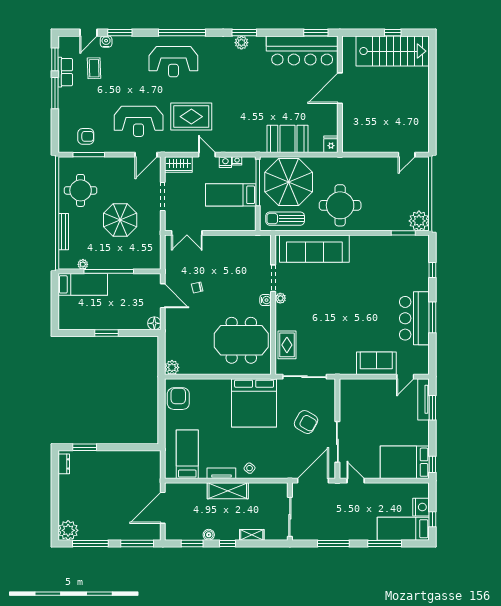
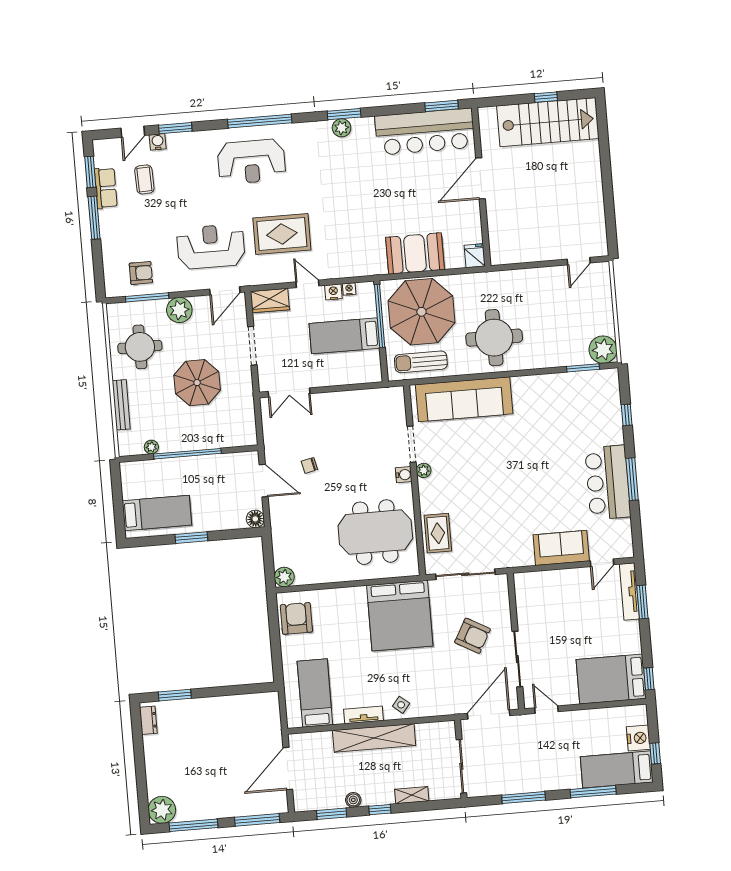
reception desk: (139, 121) -> (211, 247), turned 180
plant: (112, 166) -> (179, 310), added
bed: (83, 284) -> (157, 513), moved
shelving: (228, 491) -> (374, 738), width x1.47

